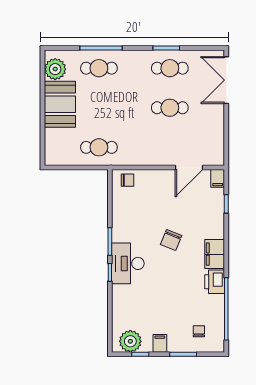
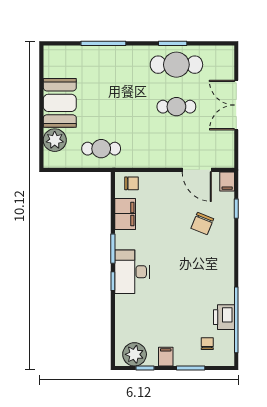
cafe table: (99, 68) -> (101, 65), removed
cafe table: (170, 68) -> (176, 65), width x1.37, depth x1.35
plant: (55, 69) -> (55, 140), moved
double door: (226, 80) -> (236, 105), moved
door: (189, 167) -> (197, 170), hinge flipped
chair: (171, 240) -> (202, 224), moved
filing cabinet: (215, 254) -> (125, 214), moved, turned 180
printer: (215, 282) -> (224, 317), moved

